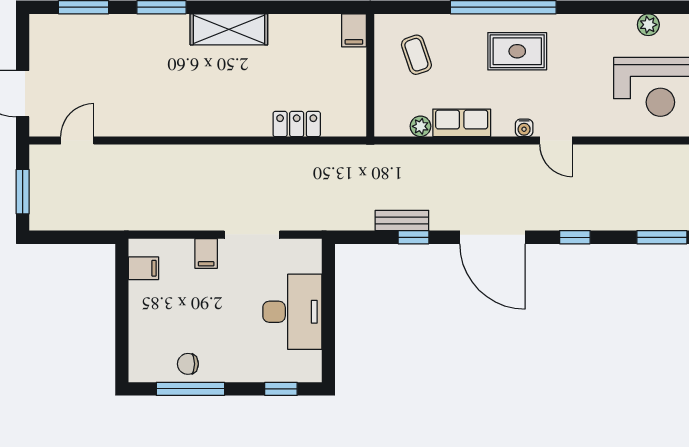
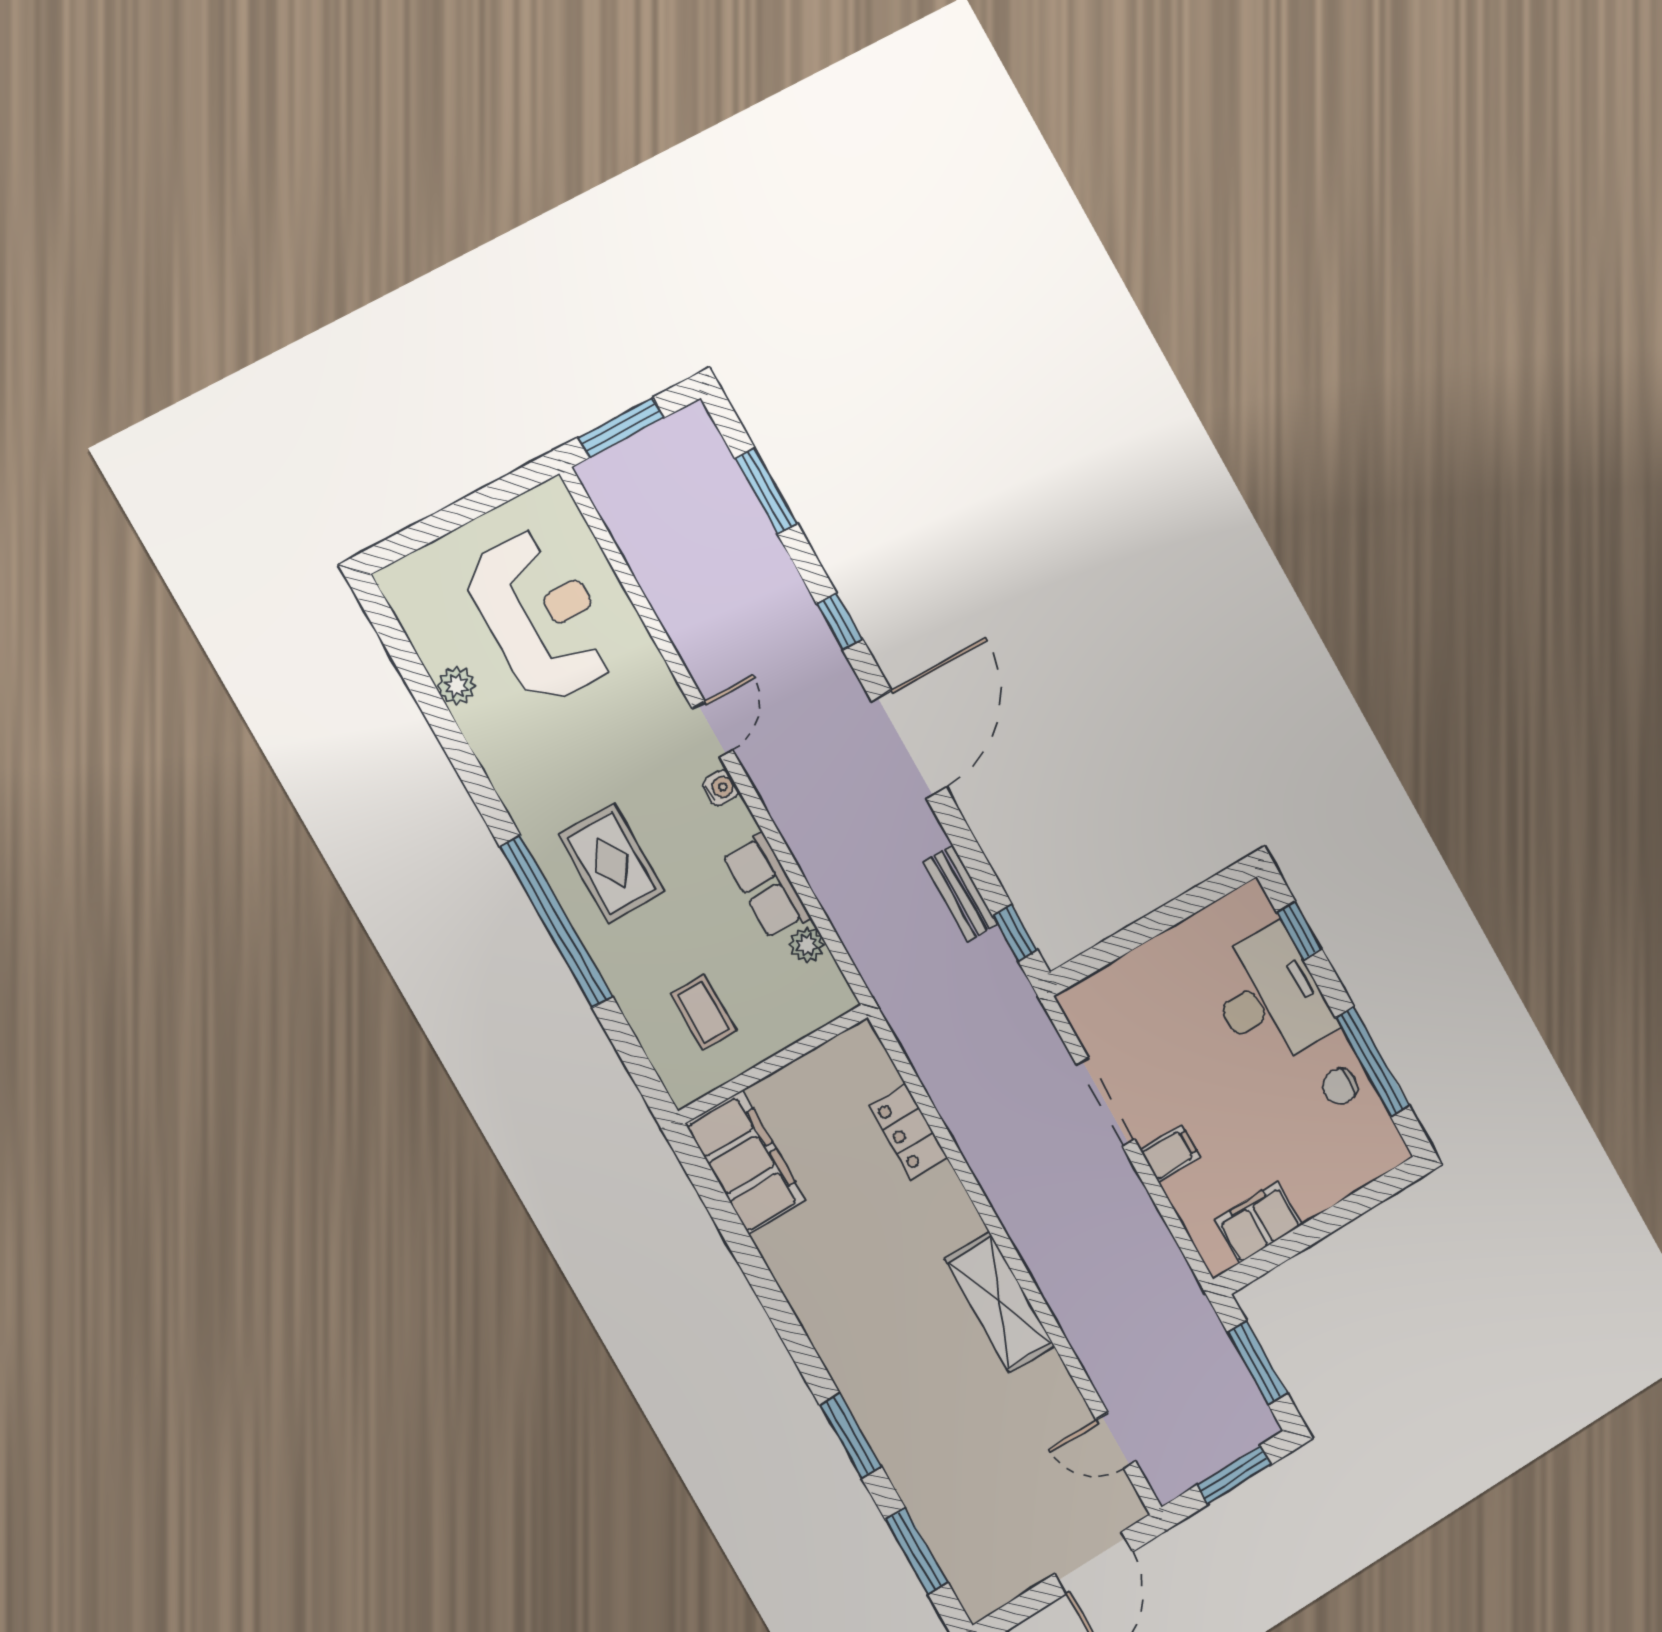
shelving: (229, 29) -> (1000, 1302), moved
filing cabinet: (354, 30) -> (746, 1162), width x3.00, depth x1.17
coffee table: (416, 55) -> (703, 1012), turned -71
window: (72, 237) -> (1257, 1363), added
window: (413, 237) -> (1015, 933), moved
filing cabinet: (143, 268) -> (1258, 1222), width x2.00
desk: (292, 312) -> (1270, 998), moved, turned 90
chair: (188, 364) -> (1340, 1086), turned 90

